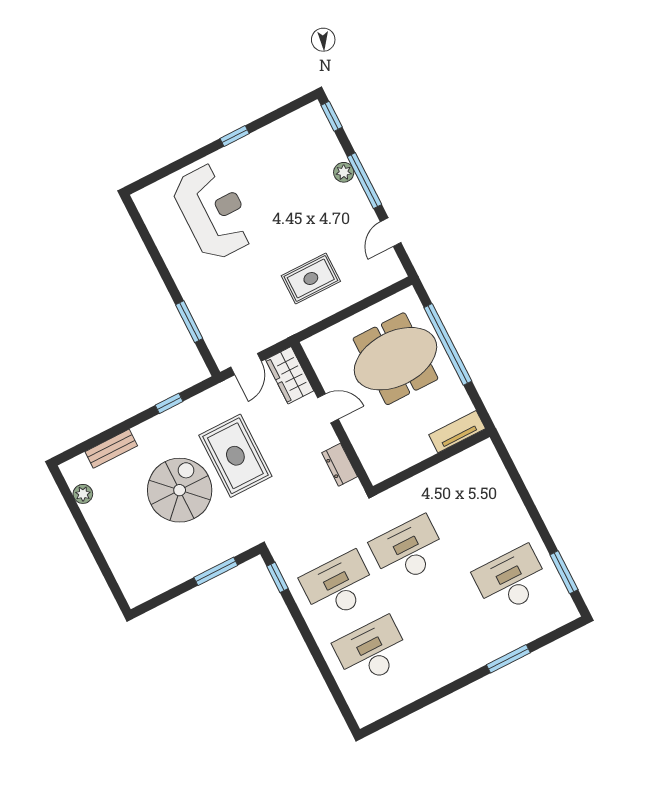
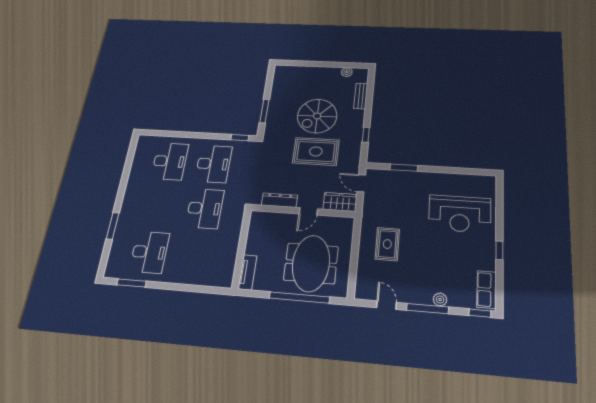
row of seats: (297, 124) -> (487, 290), added
dresser: (340, 465) -> (279, 200), width x1.44
spiral stairs: (180, 490) -> (317, 116), turned 90

